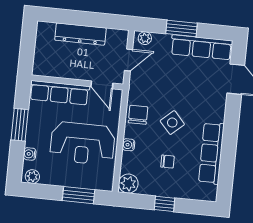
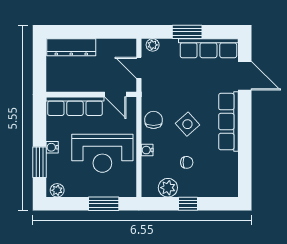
dresser: (80, 34) -> (71, 47), moved
door: (129, 60) -> (139, 68), swing flipped
window: (20, 125) -> (40, 162), moved
row of seats: (211, 153) -> (228, 122), moved
water cooler: (30, 154) -> (52, 147), moved
plant: (128, 184) -> (168, 188), moved

